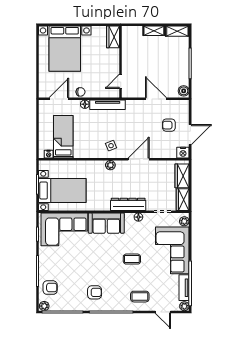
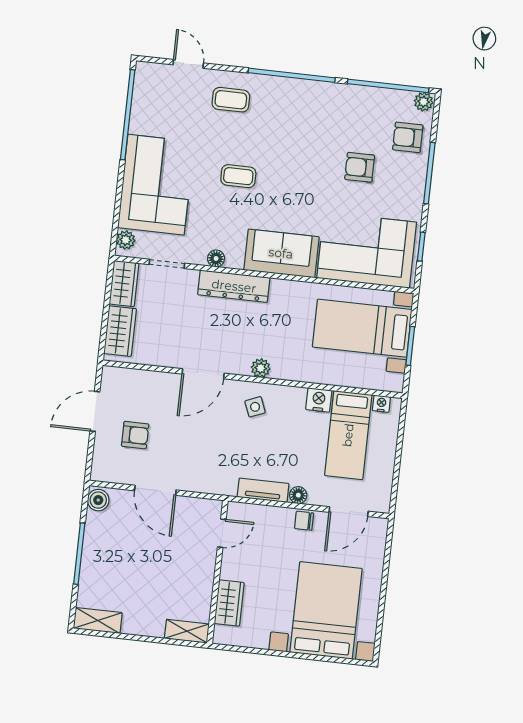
shelving: (154, 31) -> (187, 631), moved
wardrobe: (113, 37) -> (229, 603), moved
tv unit: (108, 105) -> (263, 490), width x0.71
nightstand: (183, 153) -> (319, 400), moved
tv unit: (184, 288) -> (141, 108), removed
armchair: (95, 292) -> (360, 167), moved
plant: (184, 306) -> (144, 71), removed

